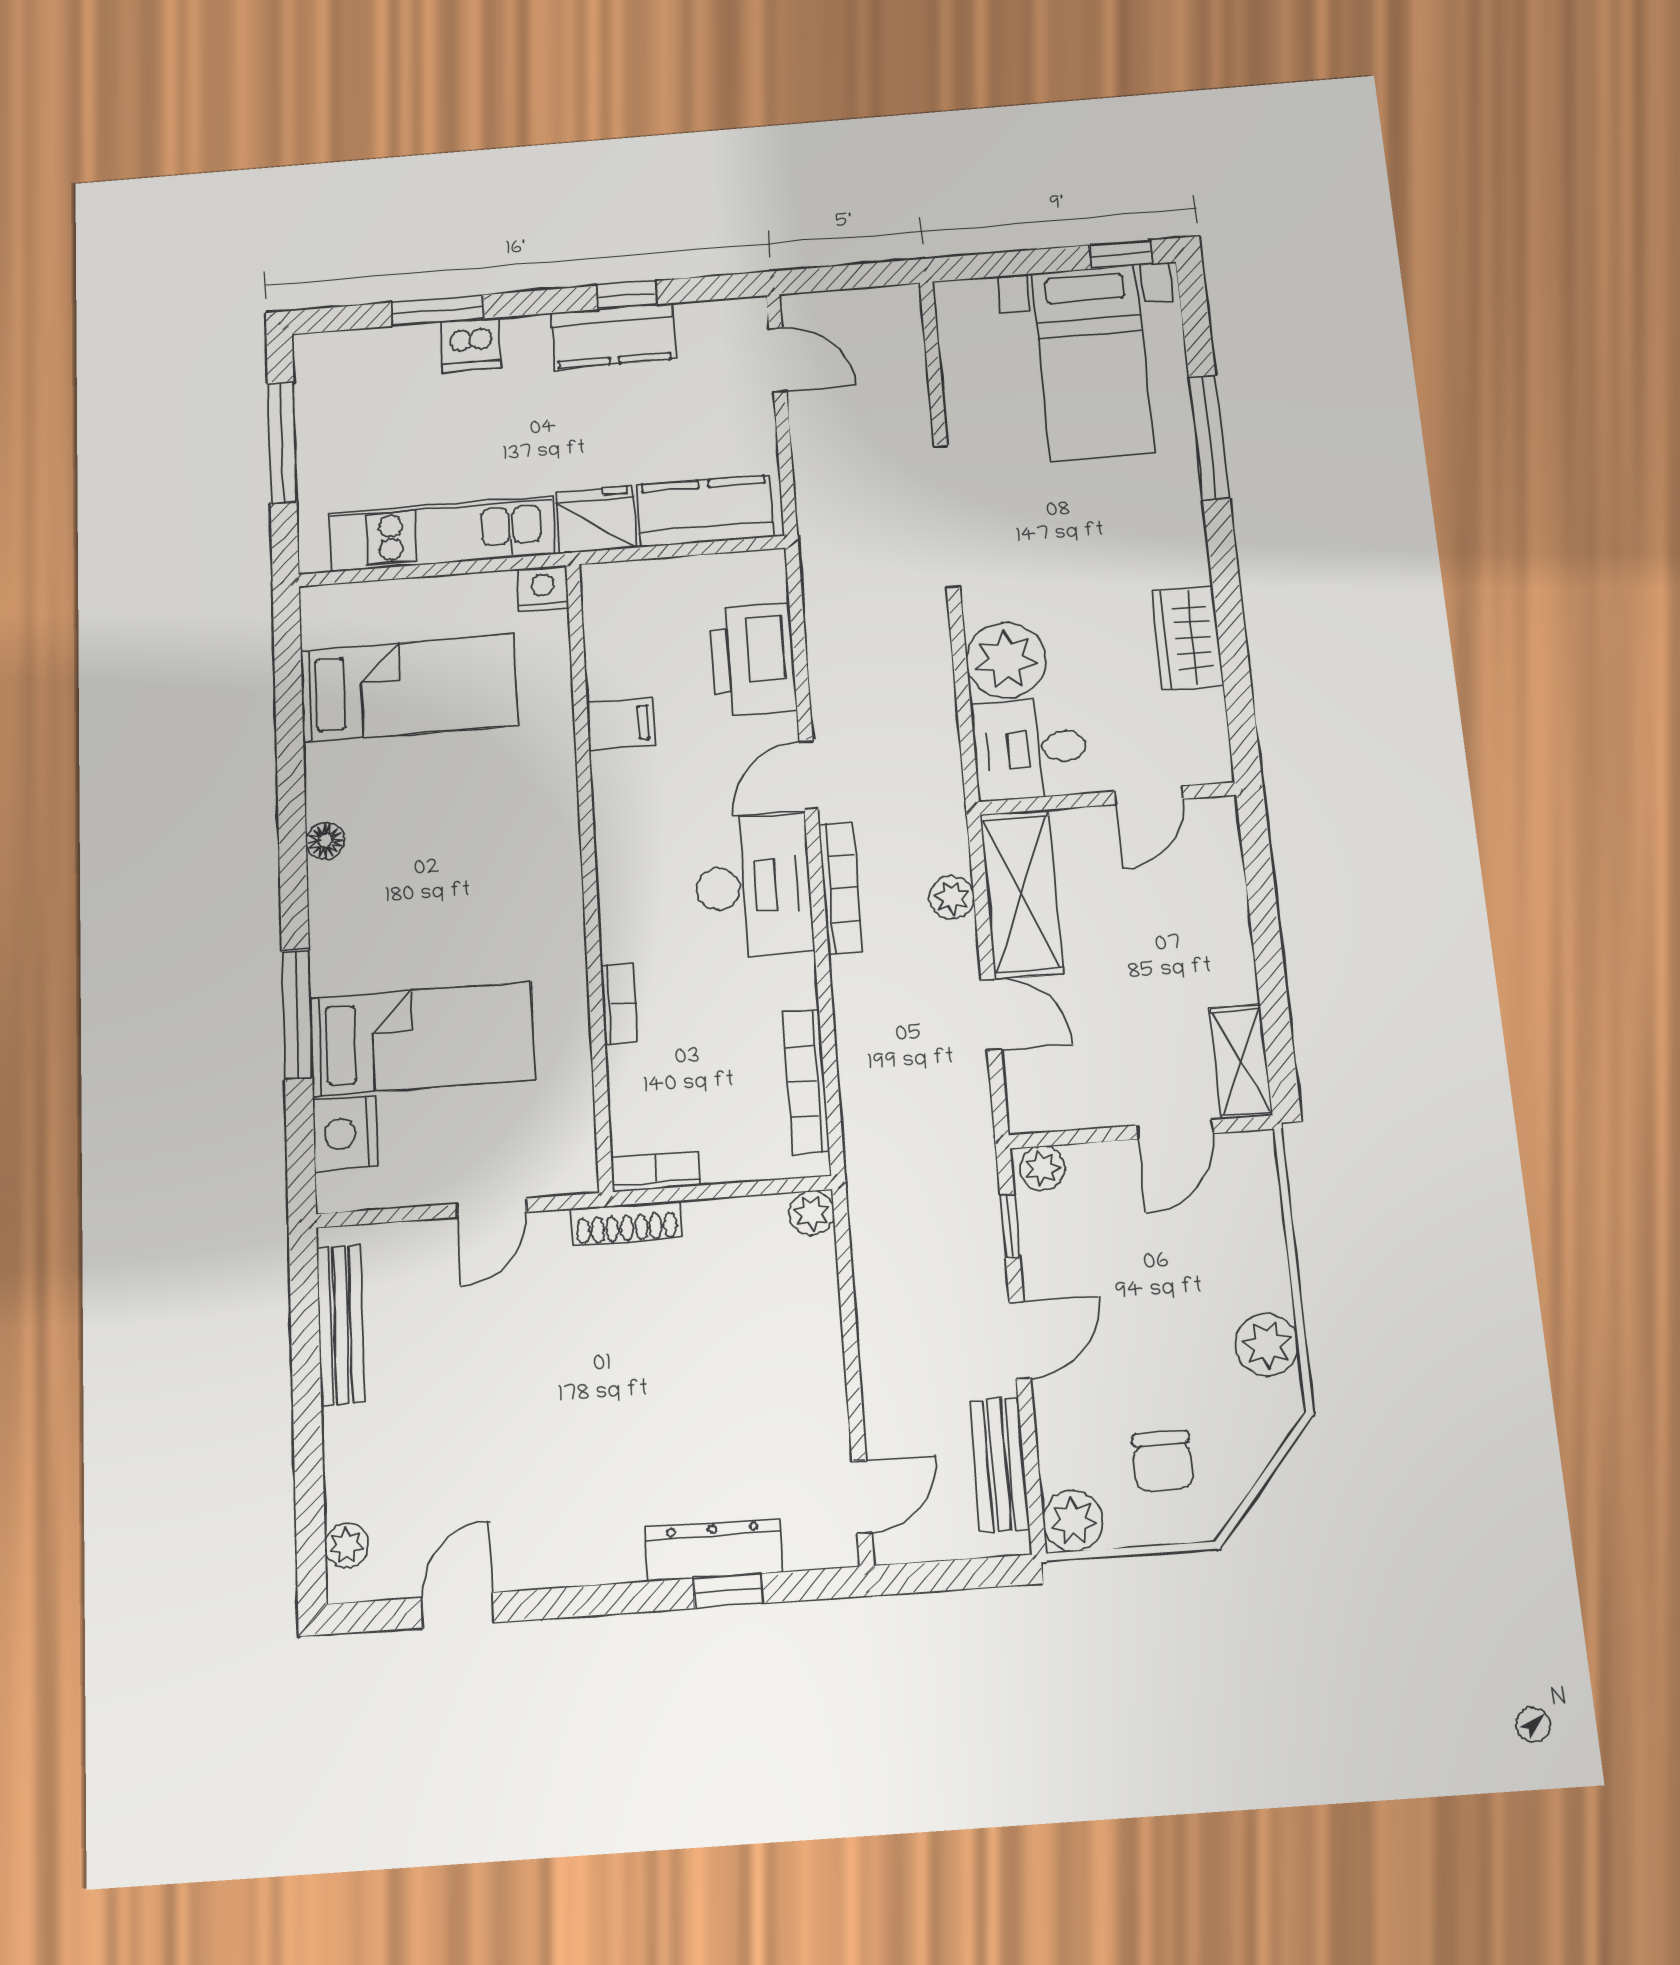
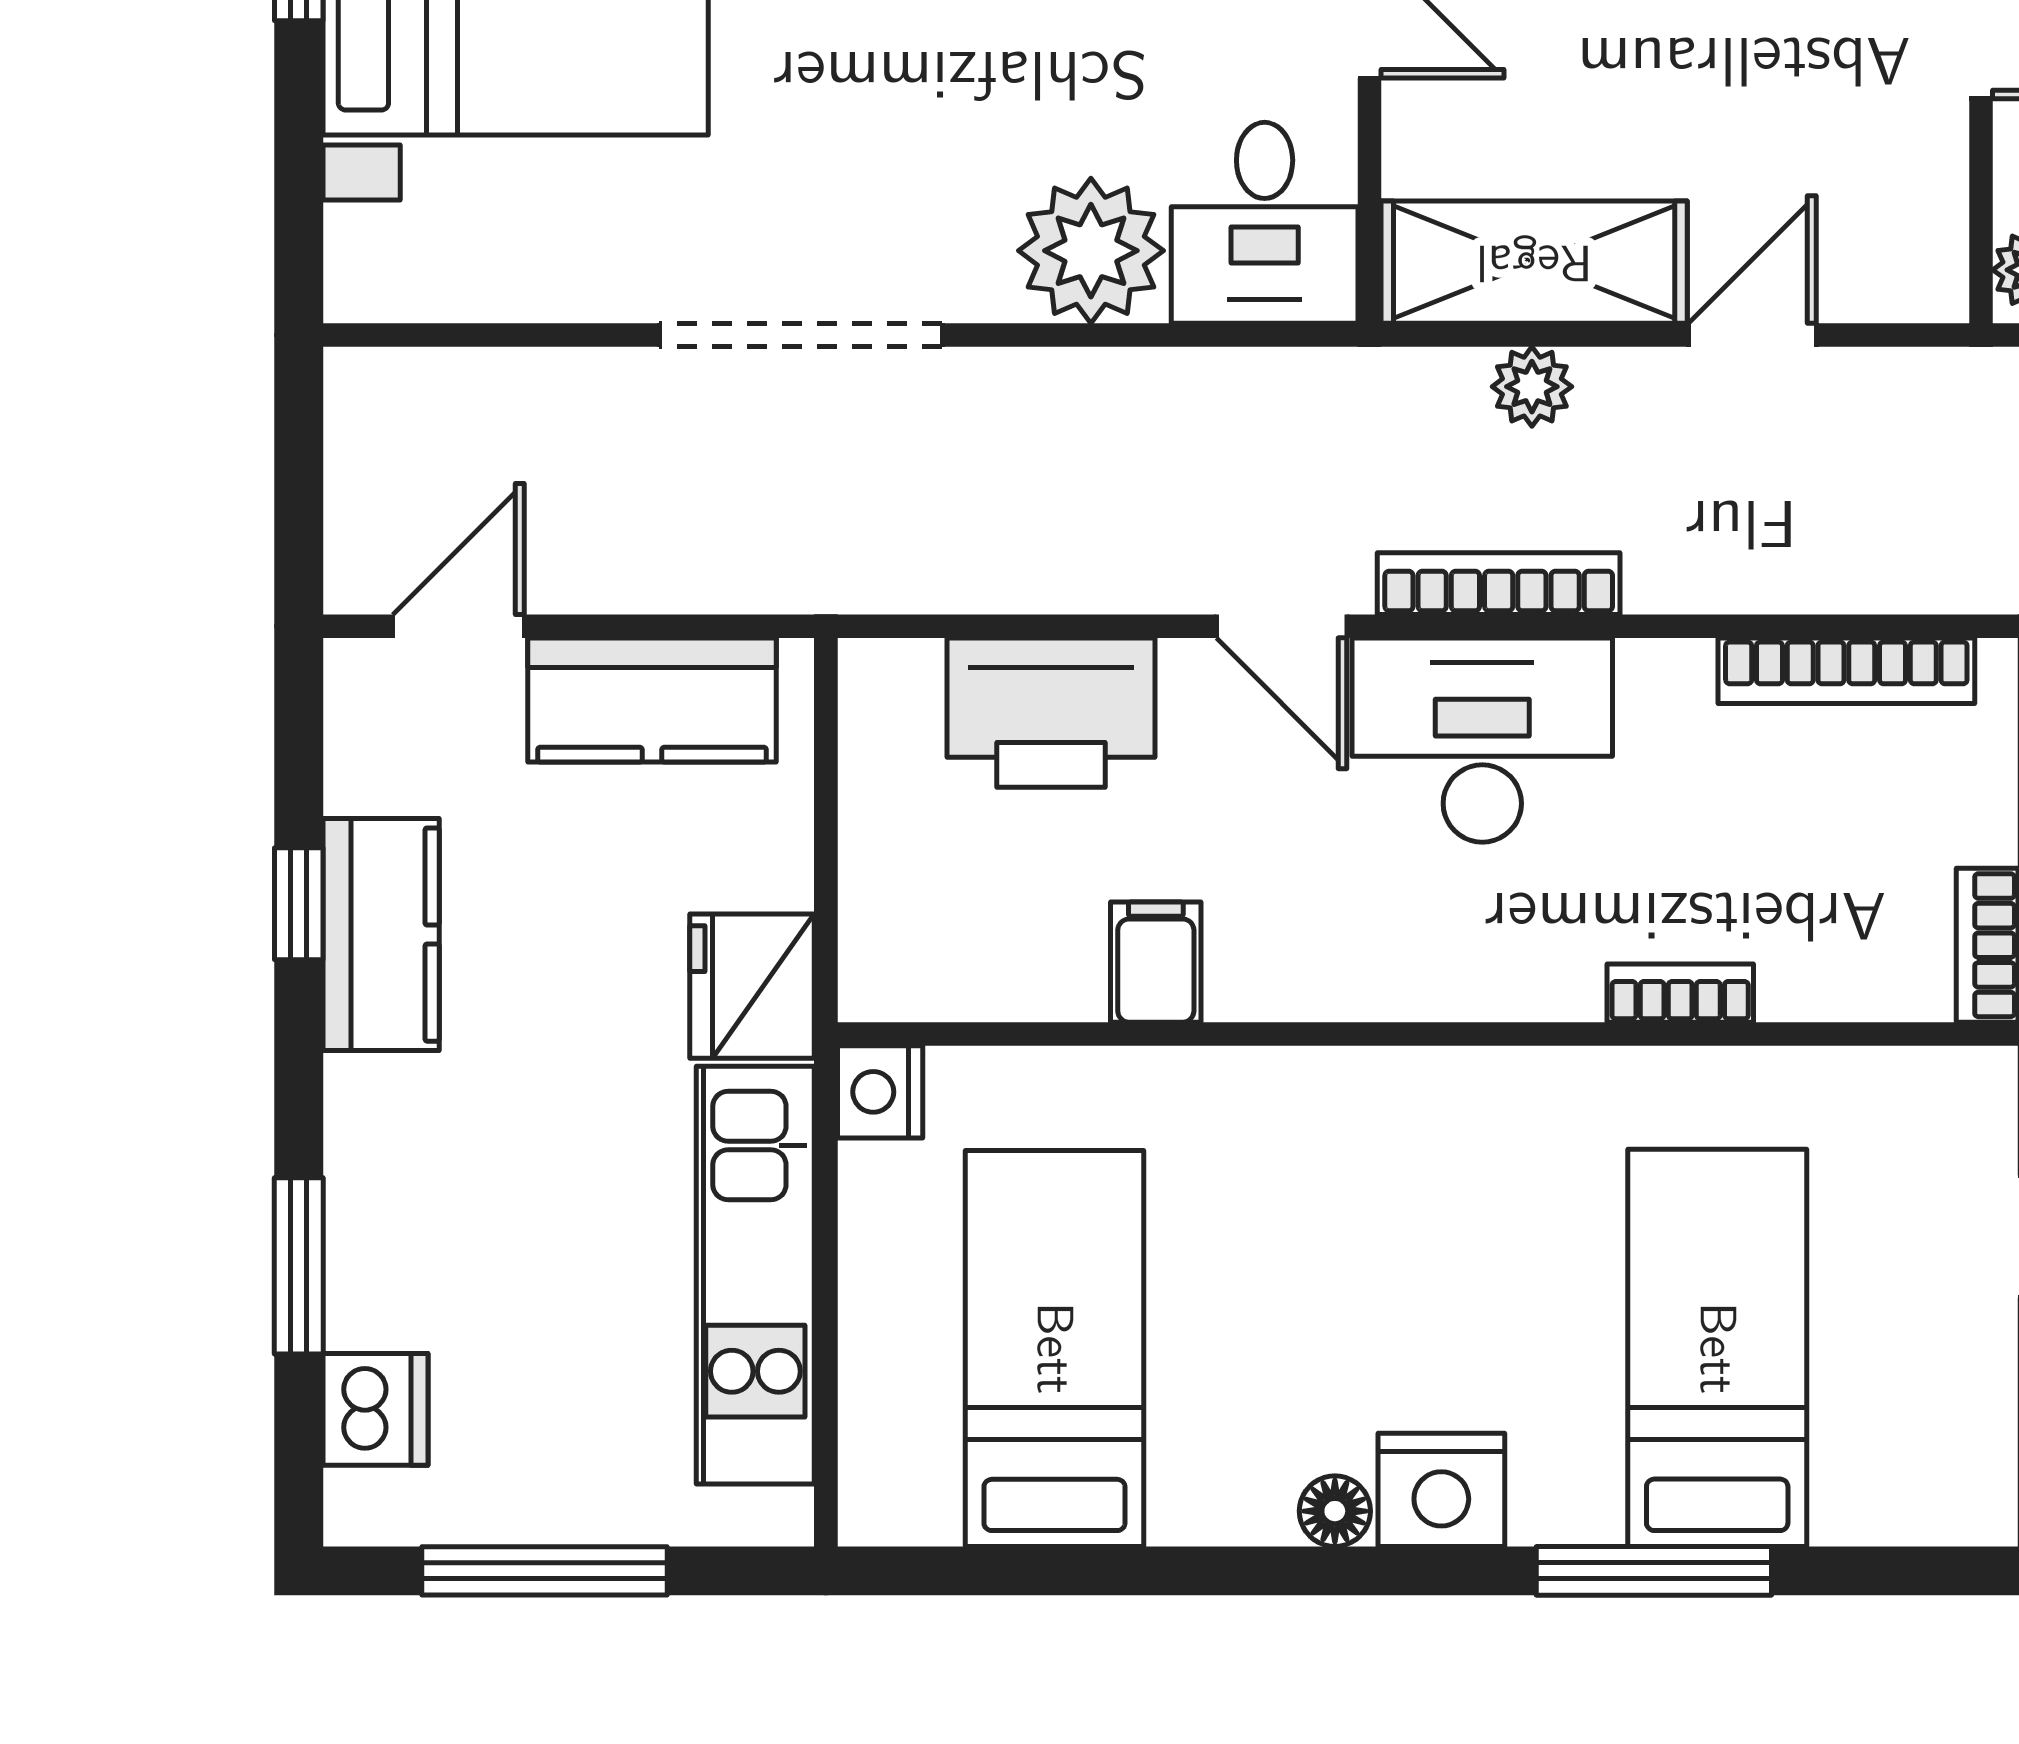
dishwasher: (470, 345) -> (375, 1409), moved
kitchen counter: (705, 511) -> (652, 700), moved, turned -90
nightstand: (346, 1133) -> (1441, 1490), moved

